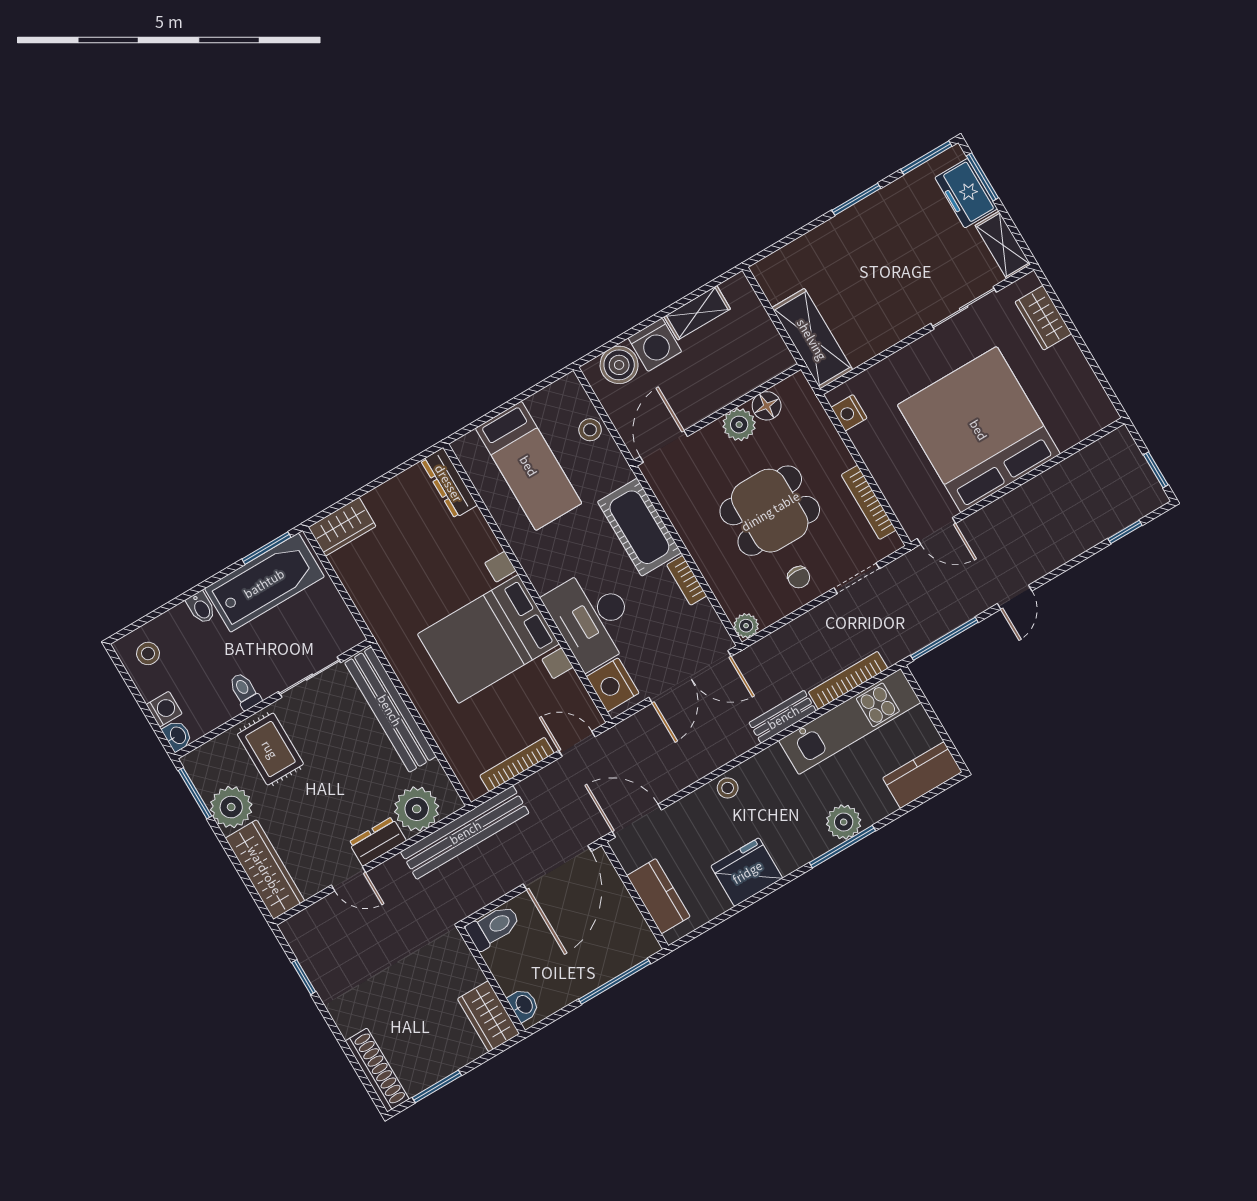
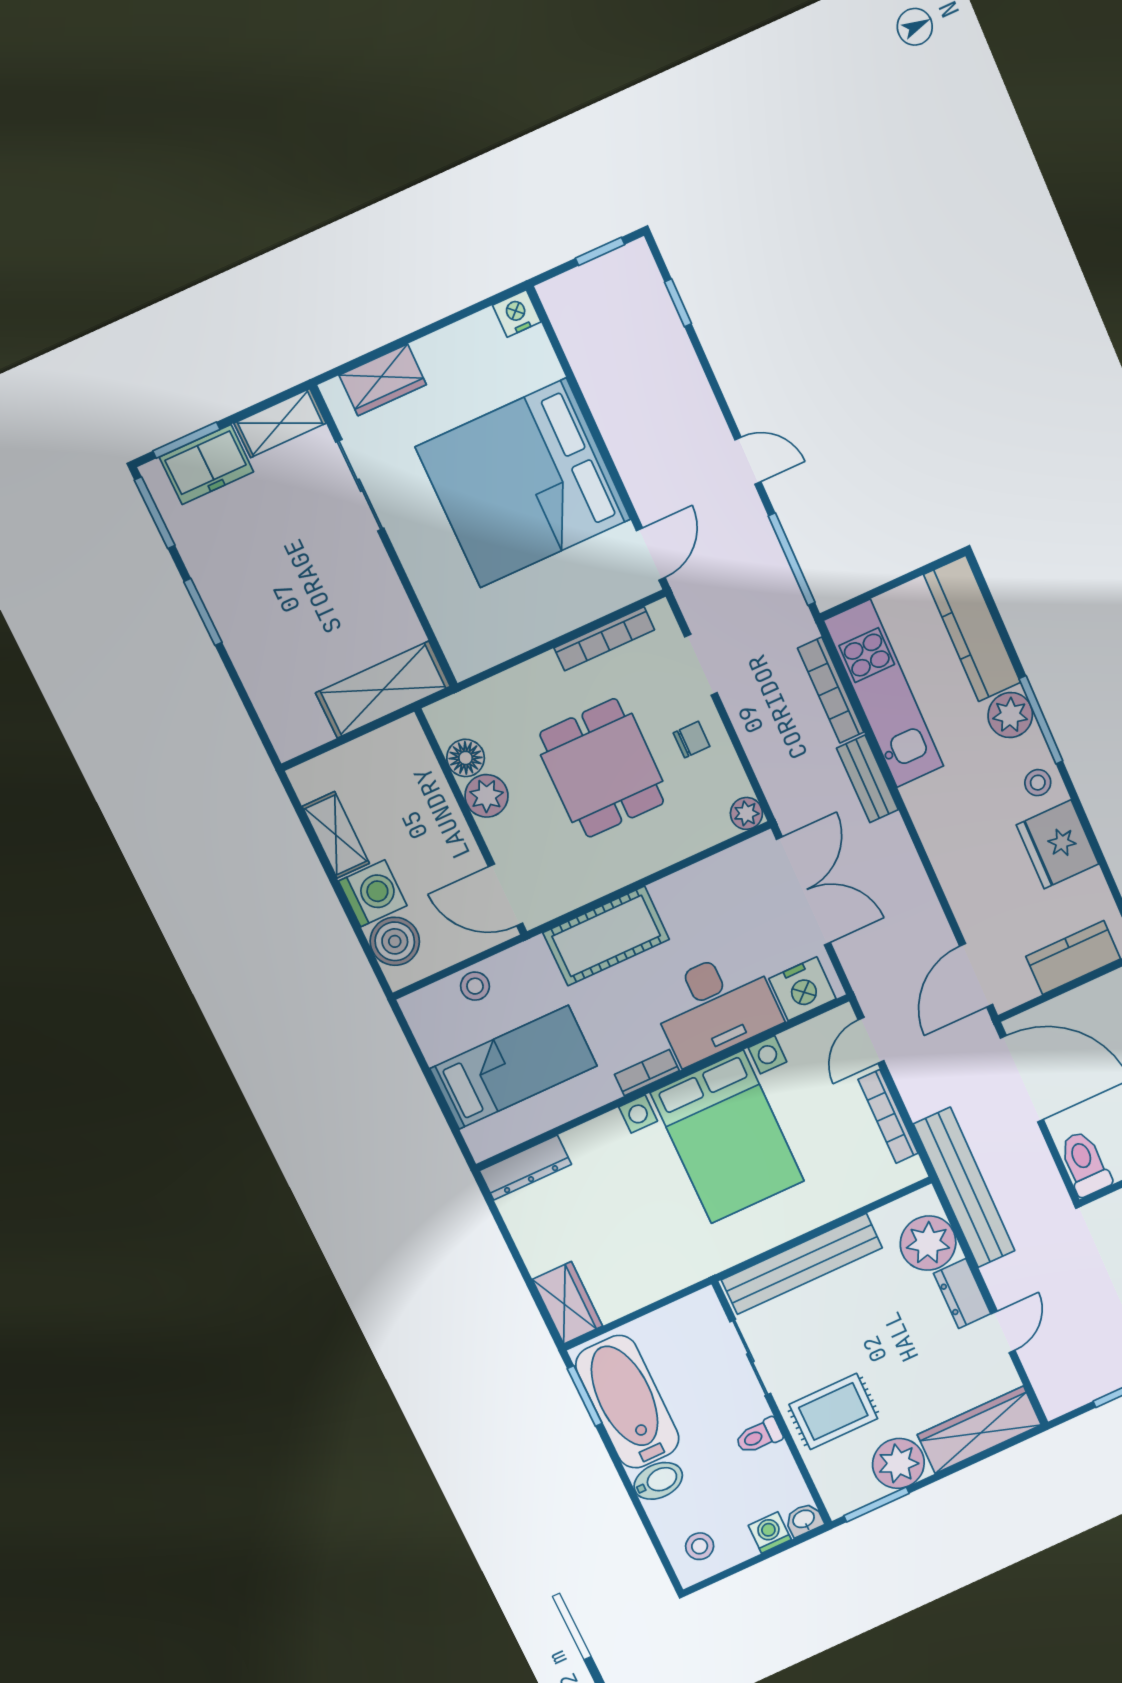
nightstand: (849, 413) -> (517, 313), moved, turned 180
bookcase: (687, 580) -> (647, 1073), moved, turned 180
bidet: (201, 608) -> (658, 1481), width x1.38, depth x1.36
kitchen counter: (922, 775) -> (972, 629), width x1.50
stool: (728, 788) -> (1038, 783), moved

